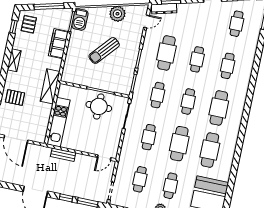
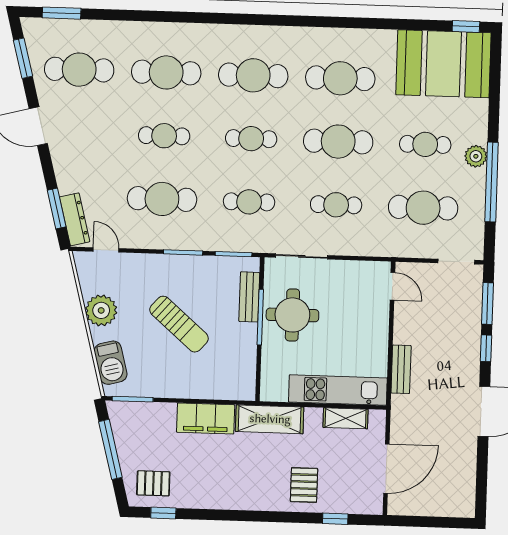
barbecue: (80, 20) -> (111, 363), moved, turned 75
cafe table: (237, 24) -> (79, 70), width x1.37, depth x1.35
filing cabinet: (58, 44) -> (206, 419), moved
shelving: (14, 60) -> (346, 418), moved
cafe table: (228, 66) -> (166, 72), width x1.37, depth x1.35
bench: (111, 87) -> (249, 297), added
cafe table: (140, 179) -> (423, 208), width x1.37, depth x1.35

